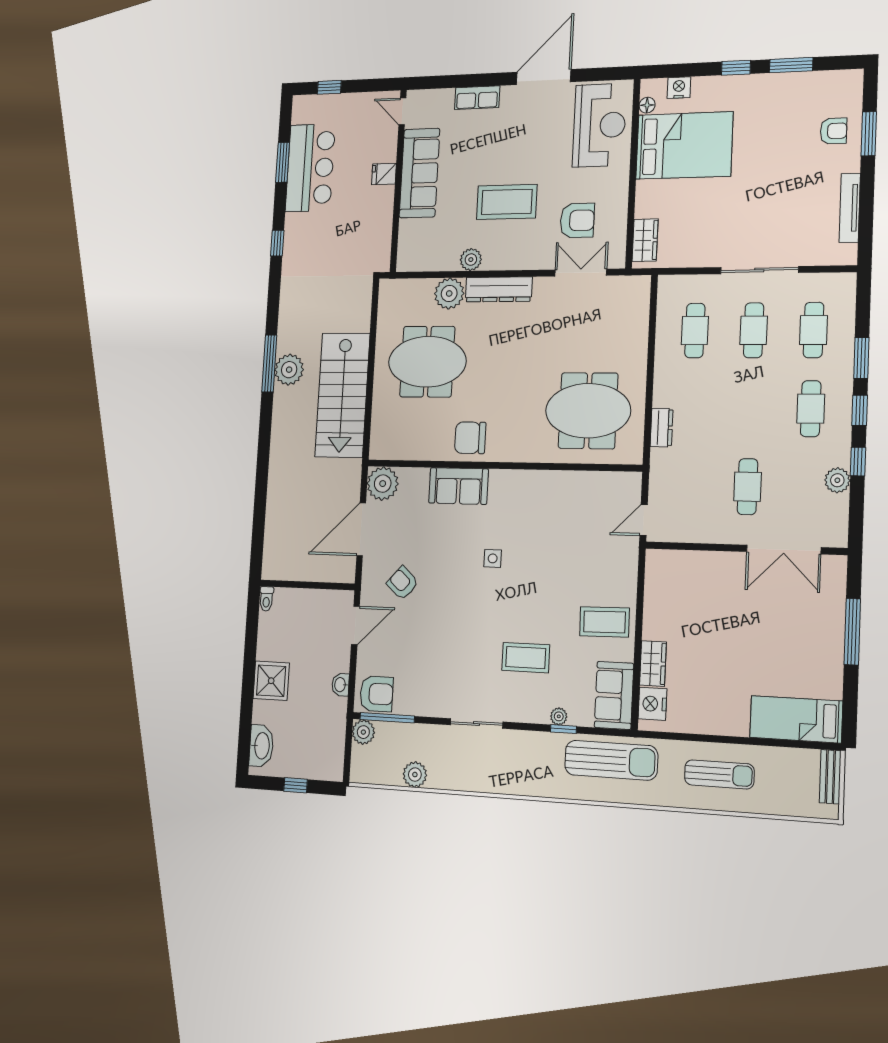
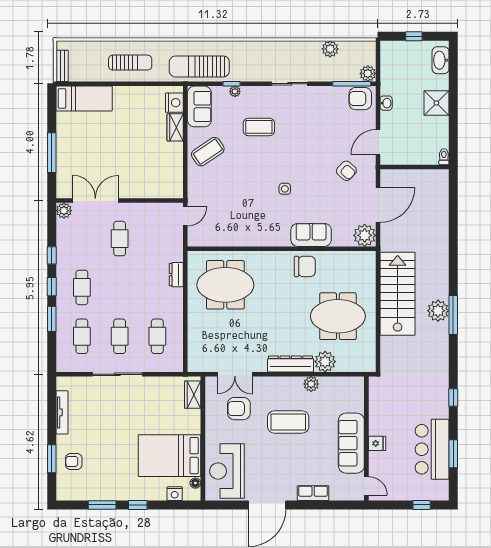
plant: (837, 480) -> (64, 211), moved
coffee table: (604, 622) -> (208, 152), turned -33
sun lounger: (719, 774) -> (130, 63), turned 180

